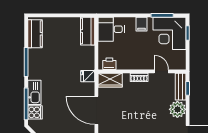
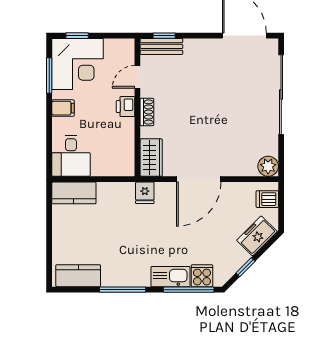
printer: (109, 64) -> (126, 107), moved
plant: (177, 109) -> (197, 51), removed

